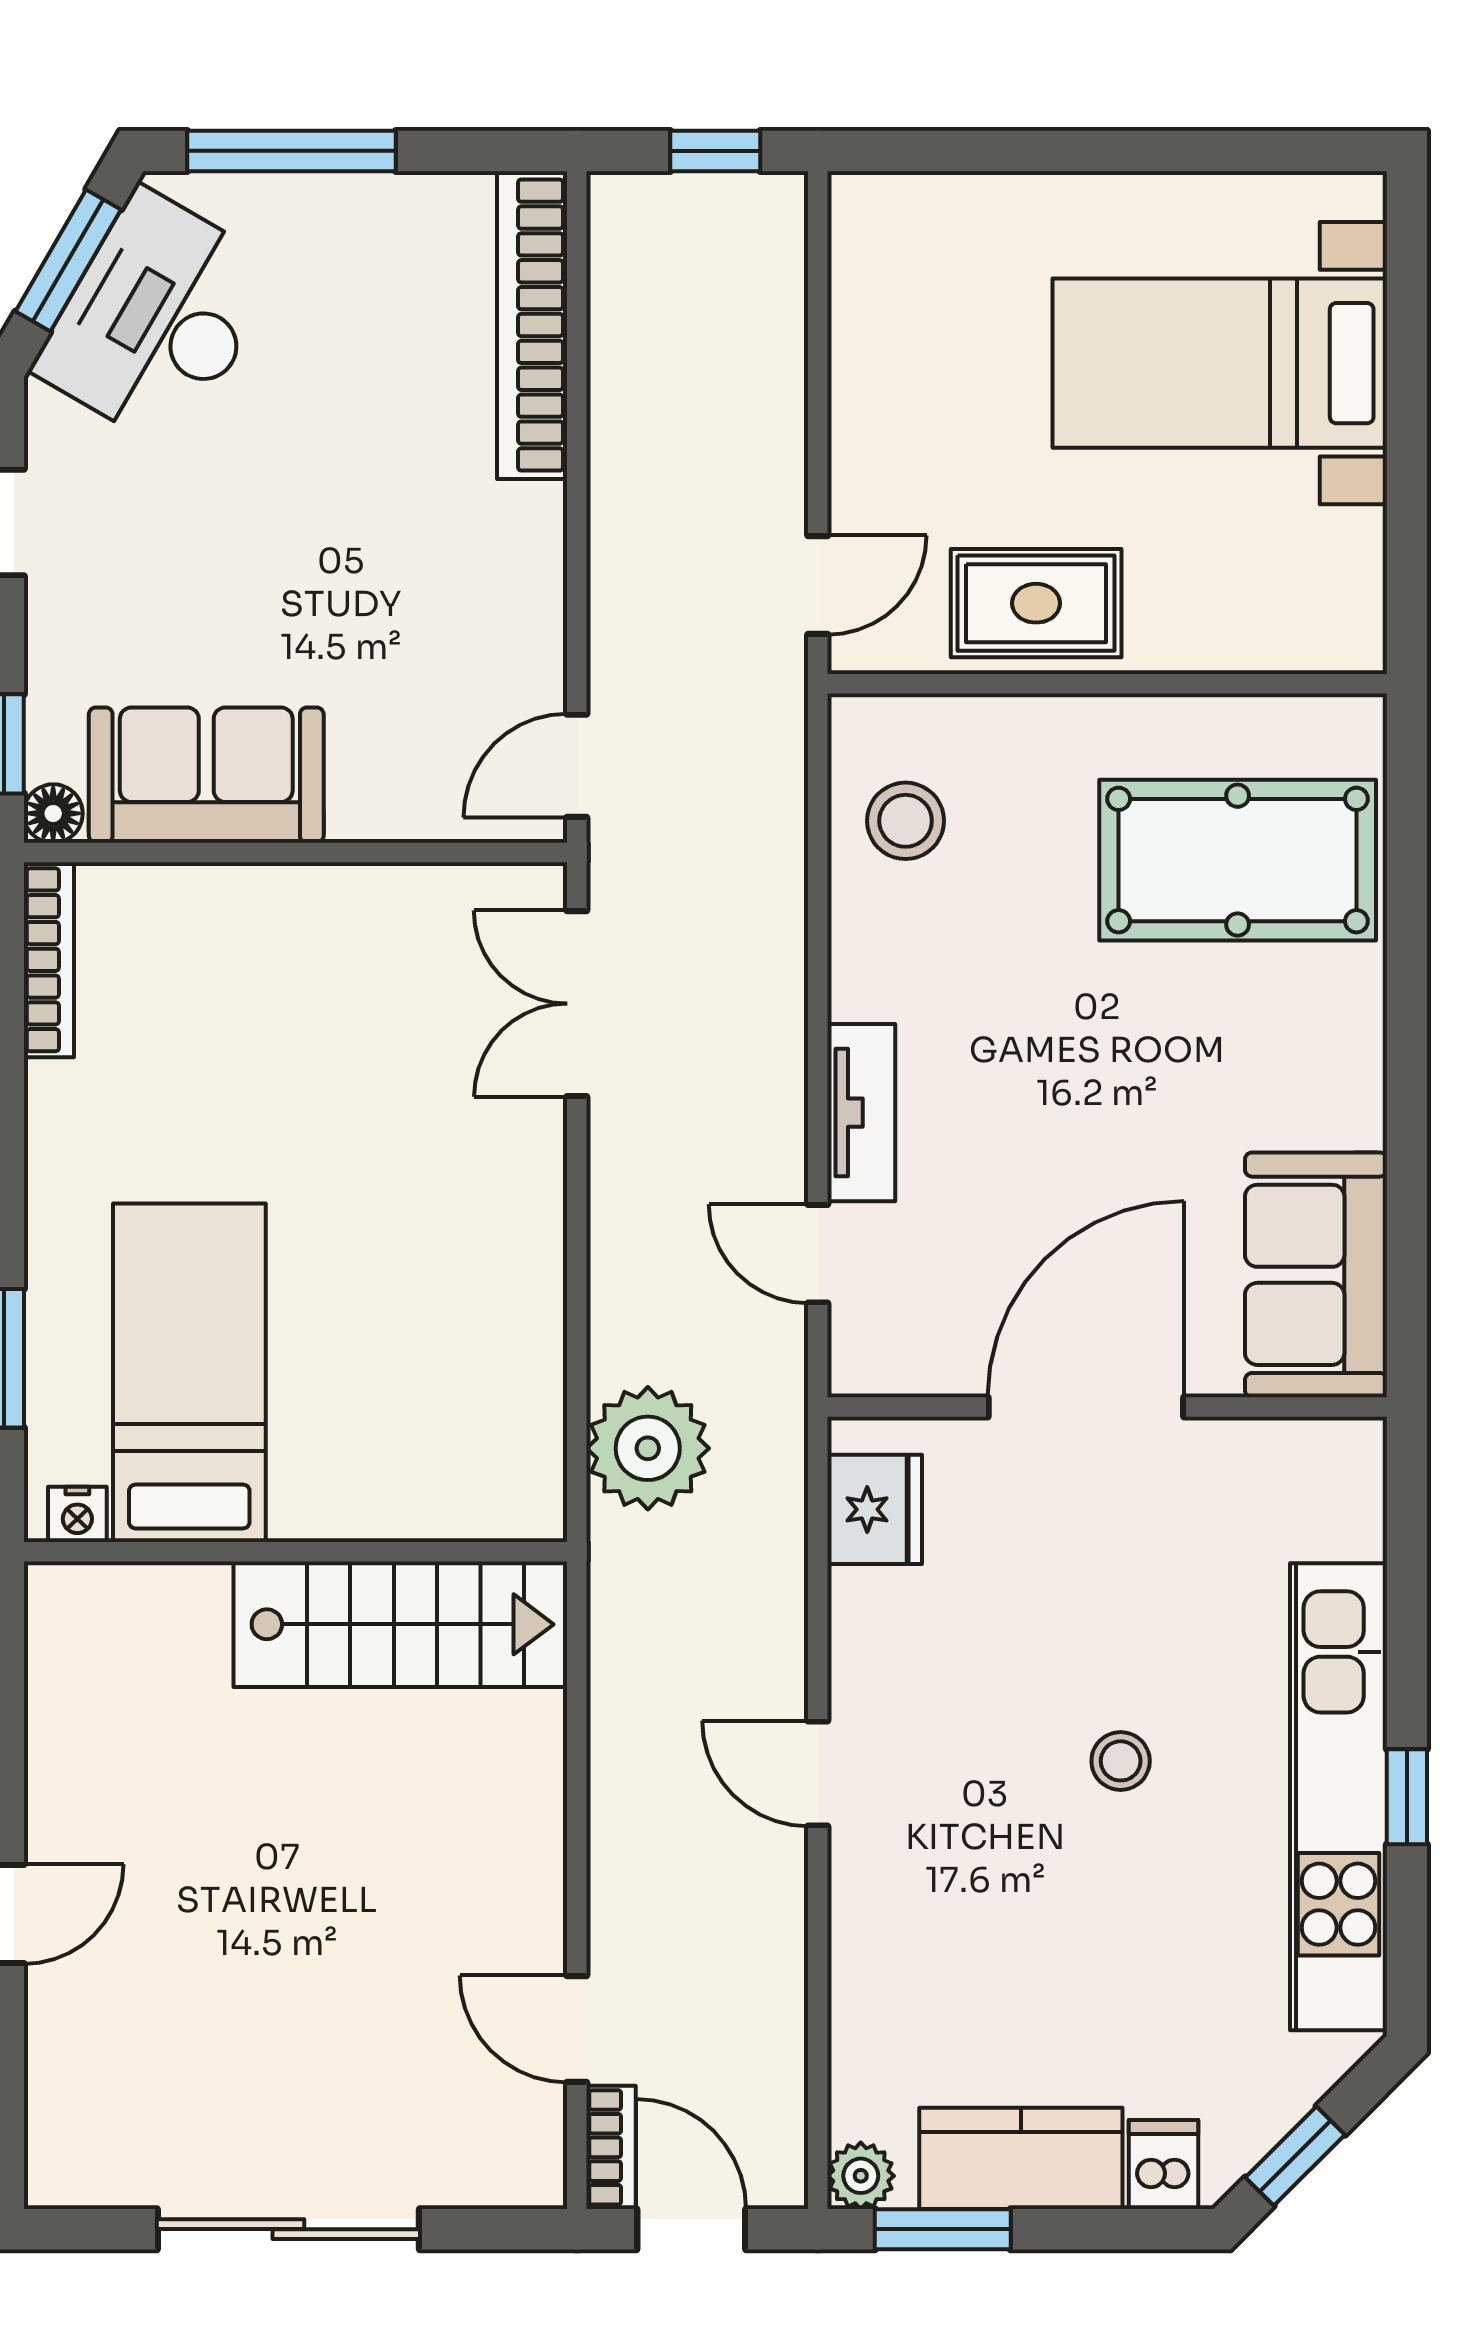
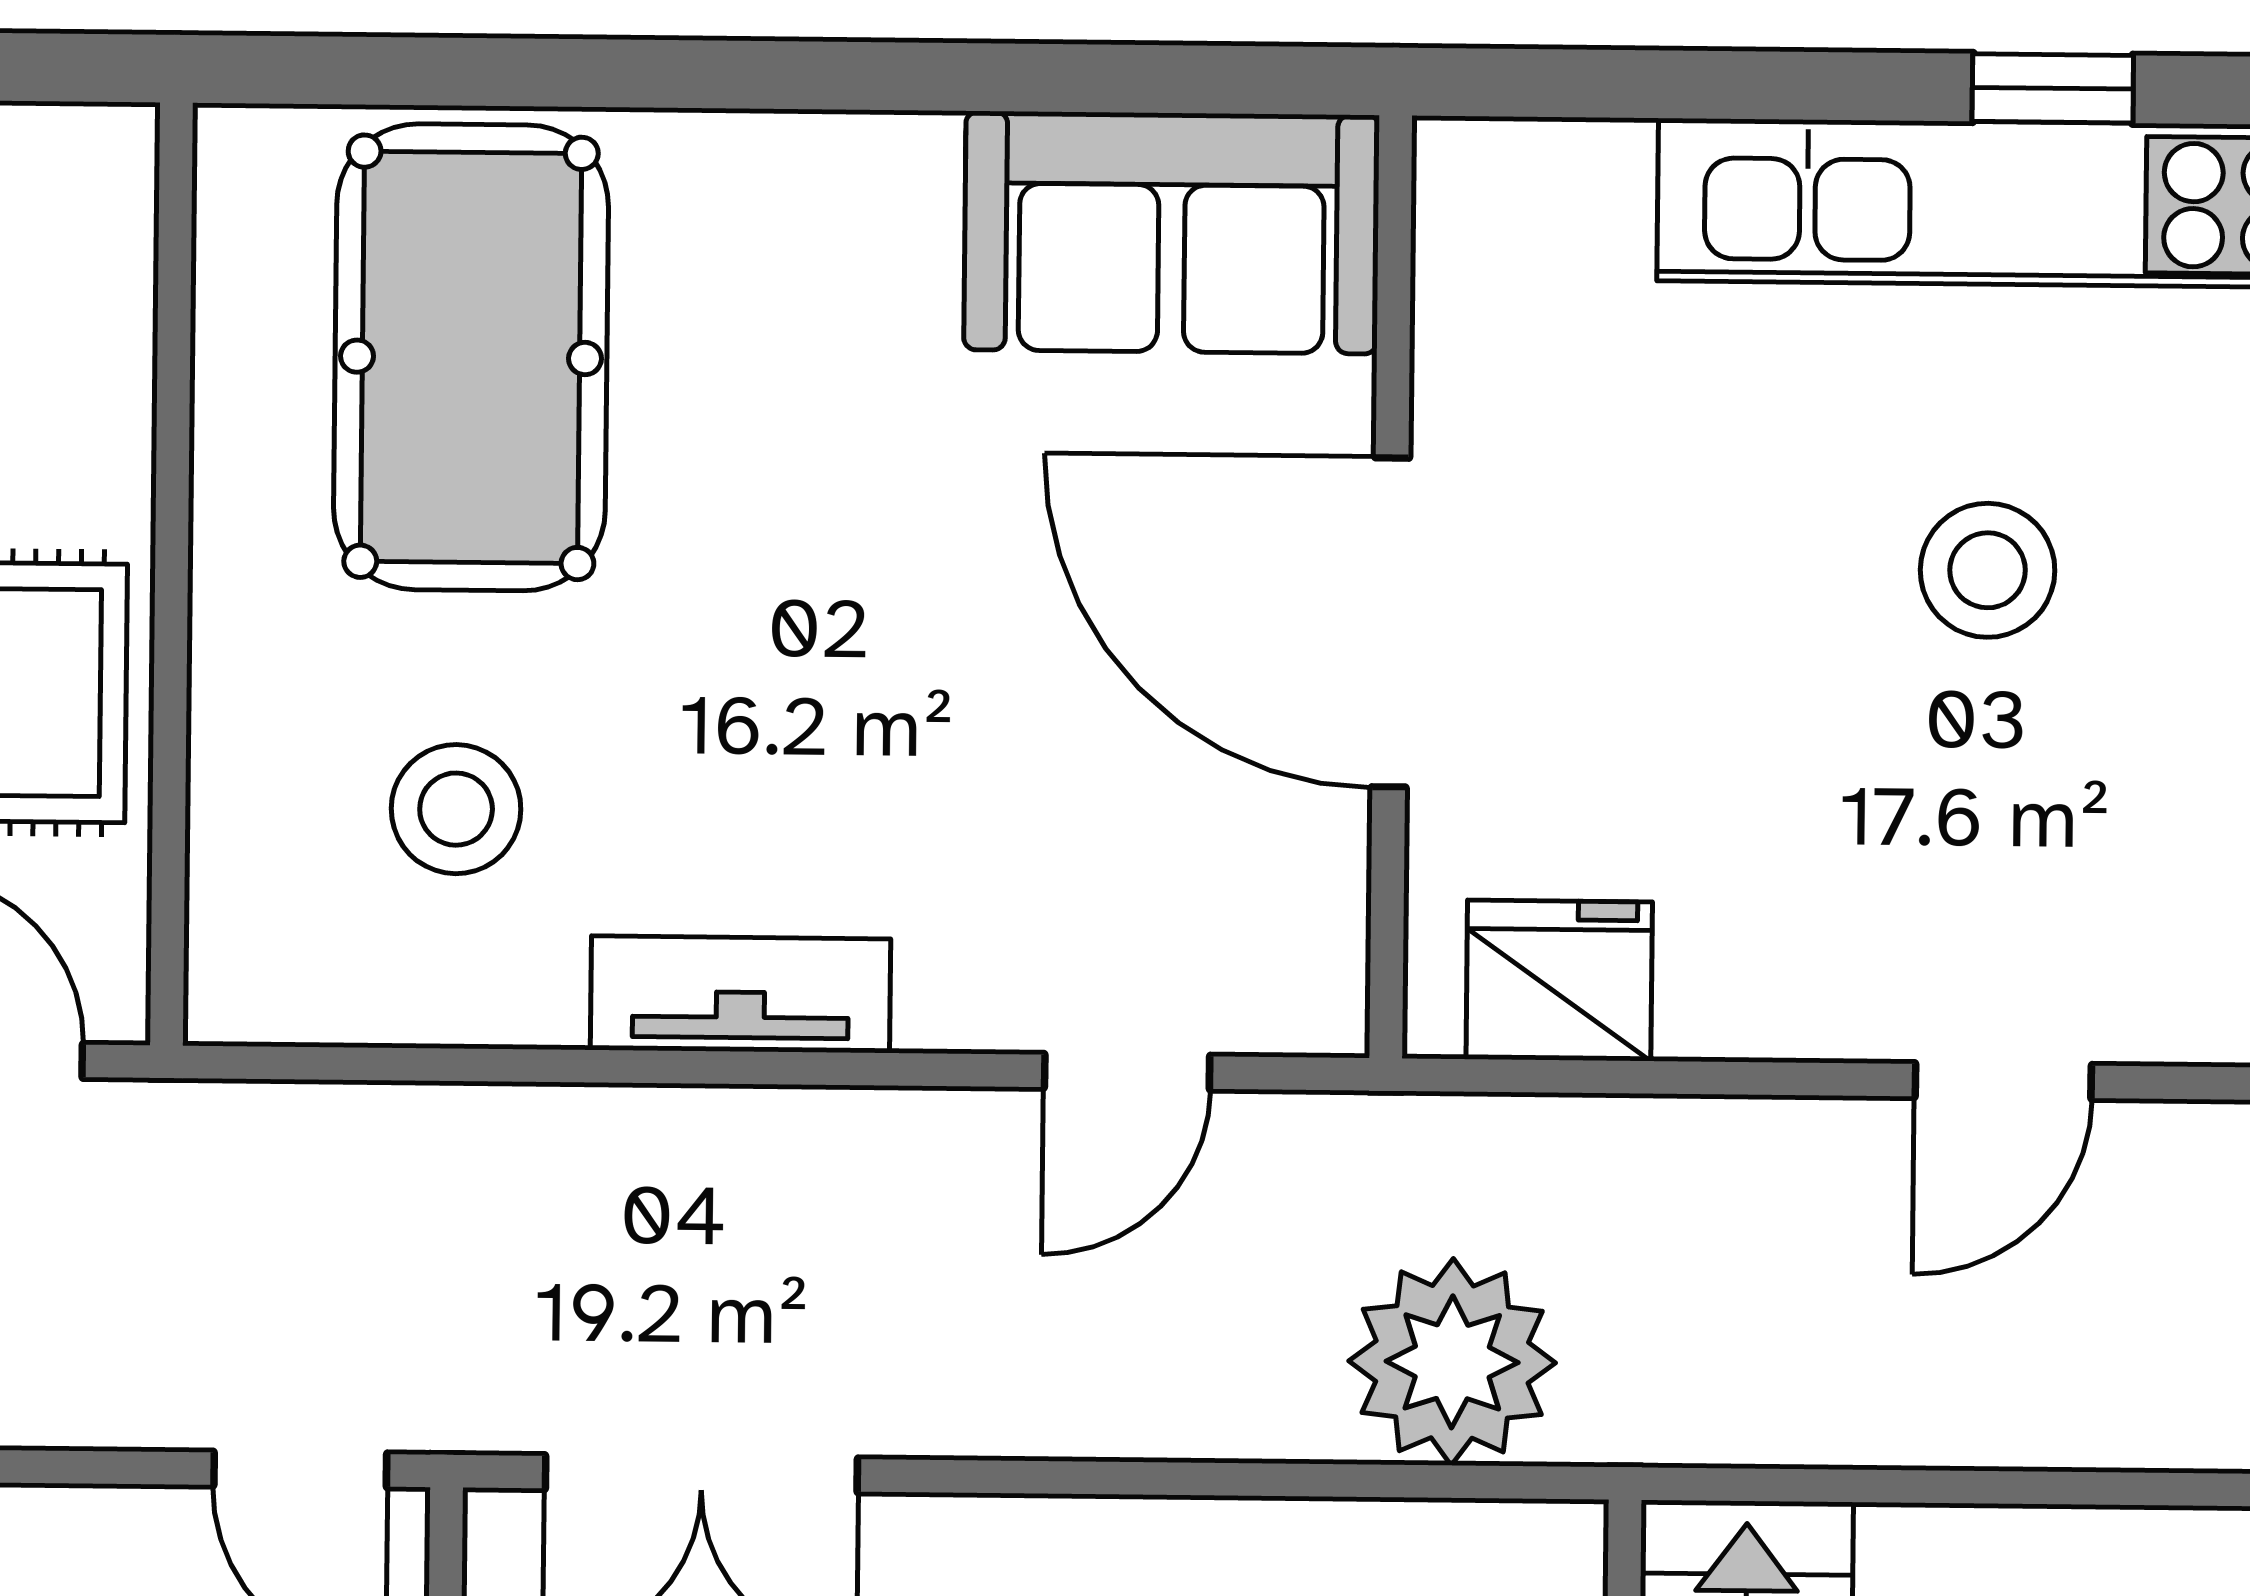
stool: (906, 821) -> (456, 809), moved
tv unit: (861, 1113) -> (741, 994), moved
stool: (1121, 1761) -> (1988, 570), width x1.37, depth x1.37

